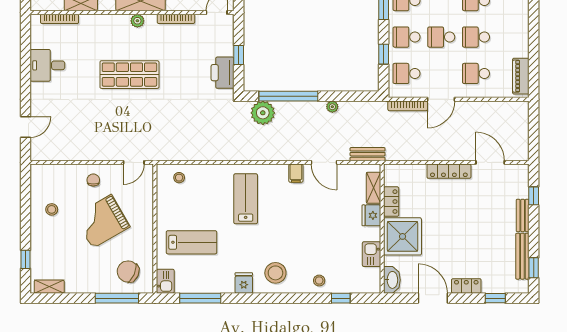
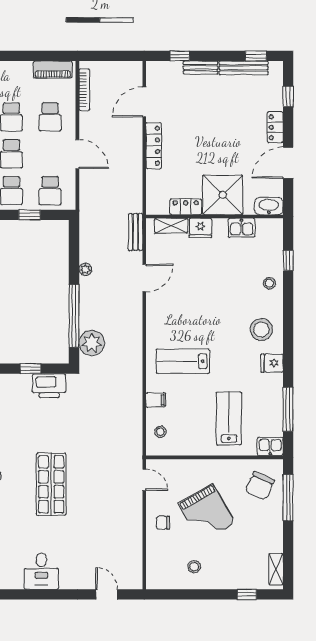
bookcase: (408, 106) -> (84, 90), moved
filing cabinet: (296, 173) -> (156, 400), moved

